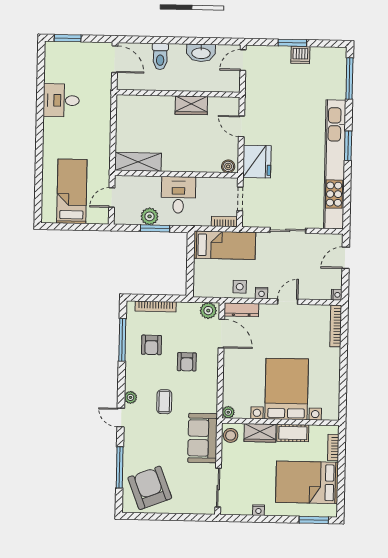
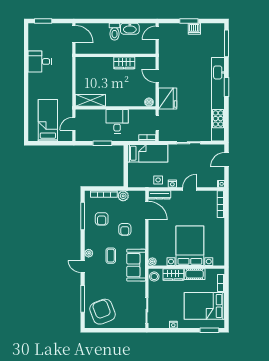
toilet: (160, 56) -> (115, 32), moved
plant: (150, 216) -> (99, 136), removed
plant: (208, 311) -> (123, 196), moved
sofa: (203, 438) -> (136, 265), moved

